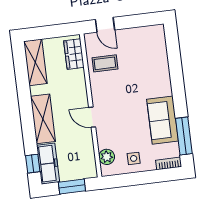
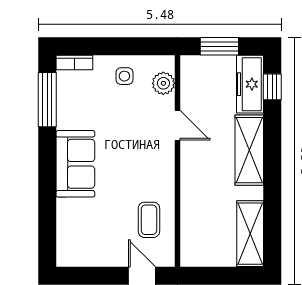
wardrobe: (74, 54) -> (192, 239), removed
coffee table: (105, 63) -> (149, 220), turned 90
door: (92, 117) -> (177, 125), moved
sofa: (163, 120) -> (75, 164), moved

